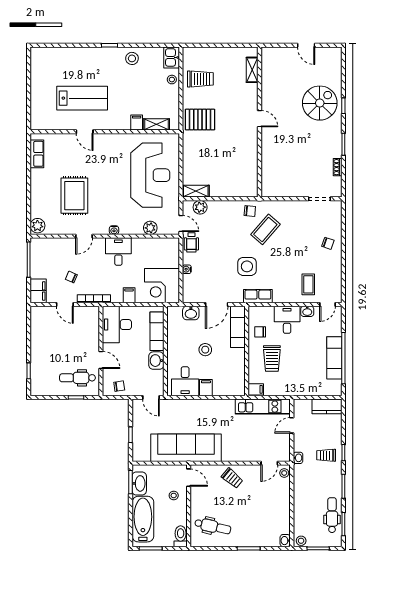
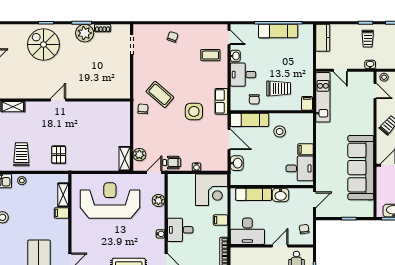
pallet: (200, 120) -> (59, 155), width x0.67, depth x0.71
plant: (332, 148) -> (85, 33), added
stool: (205, 350) -> (280, 131), moved

